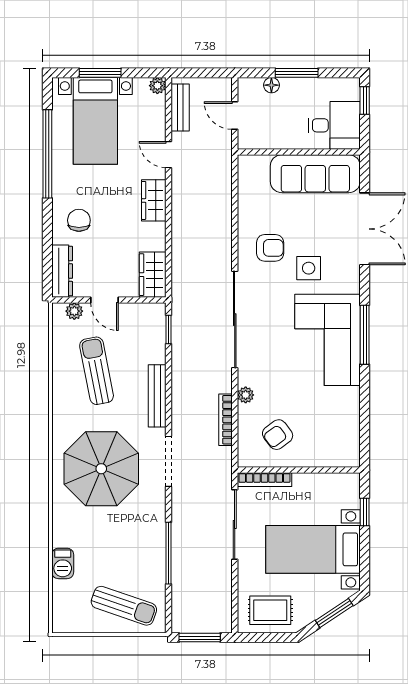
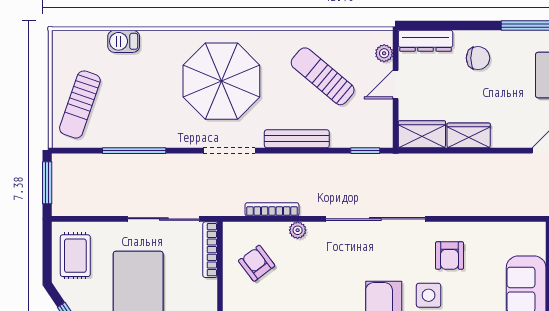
wardrobe: (154, 200) -> (469, 135), moved
sun lounger: (97, 371) -> (323, 76), turned -129

